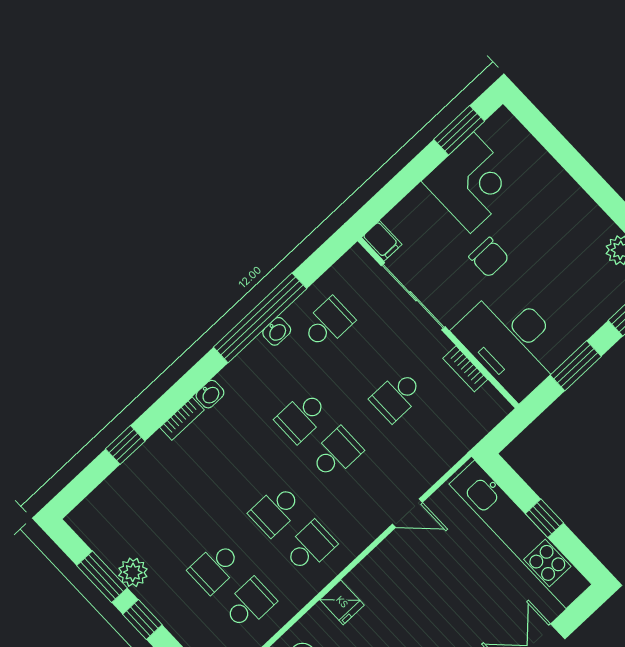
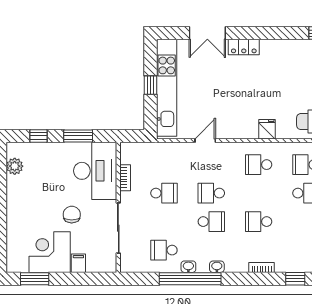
filing cabinet: (382, 241) -> (78, 263), moved
washbasin: (210, 394) -> (217, 267), moved
school desk: (276, 510) -> (259, 222), moved, turned 180
door: (407, 513) -> (205, 141), hinge flipped

